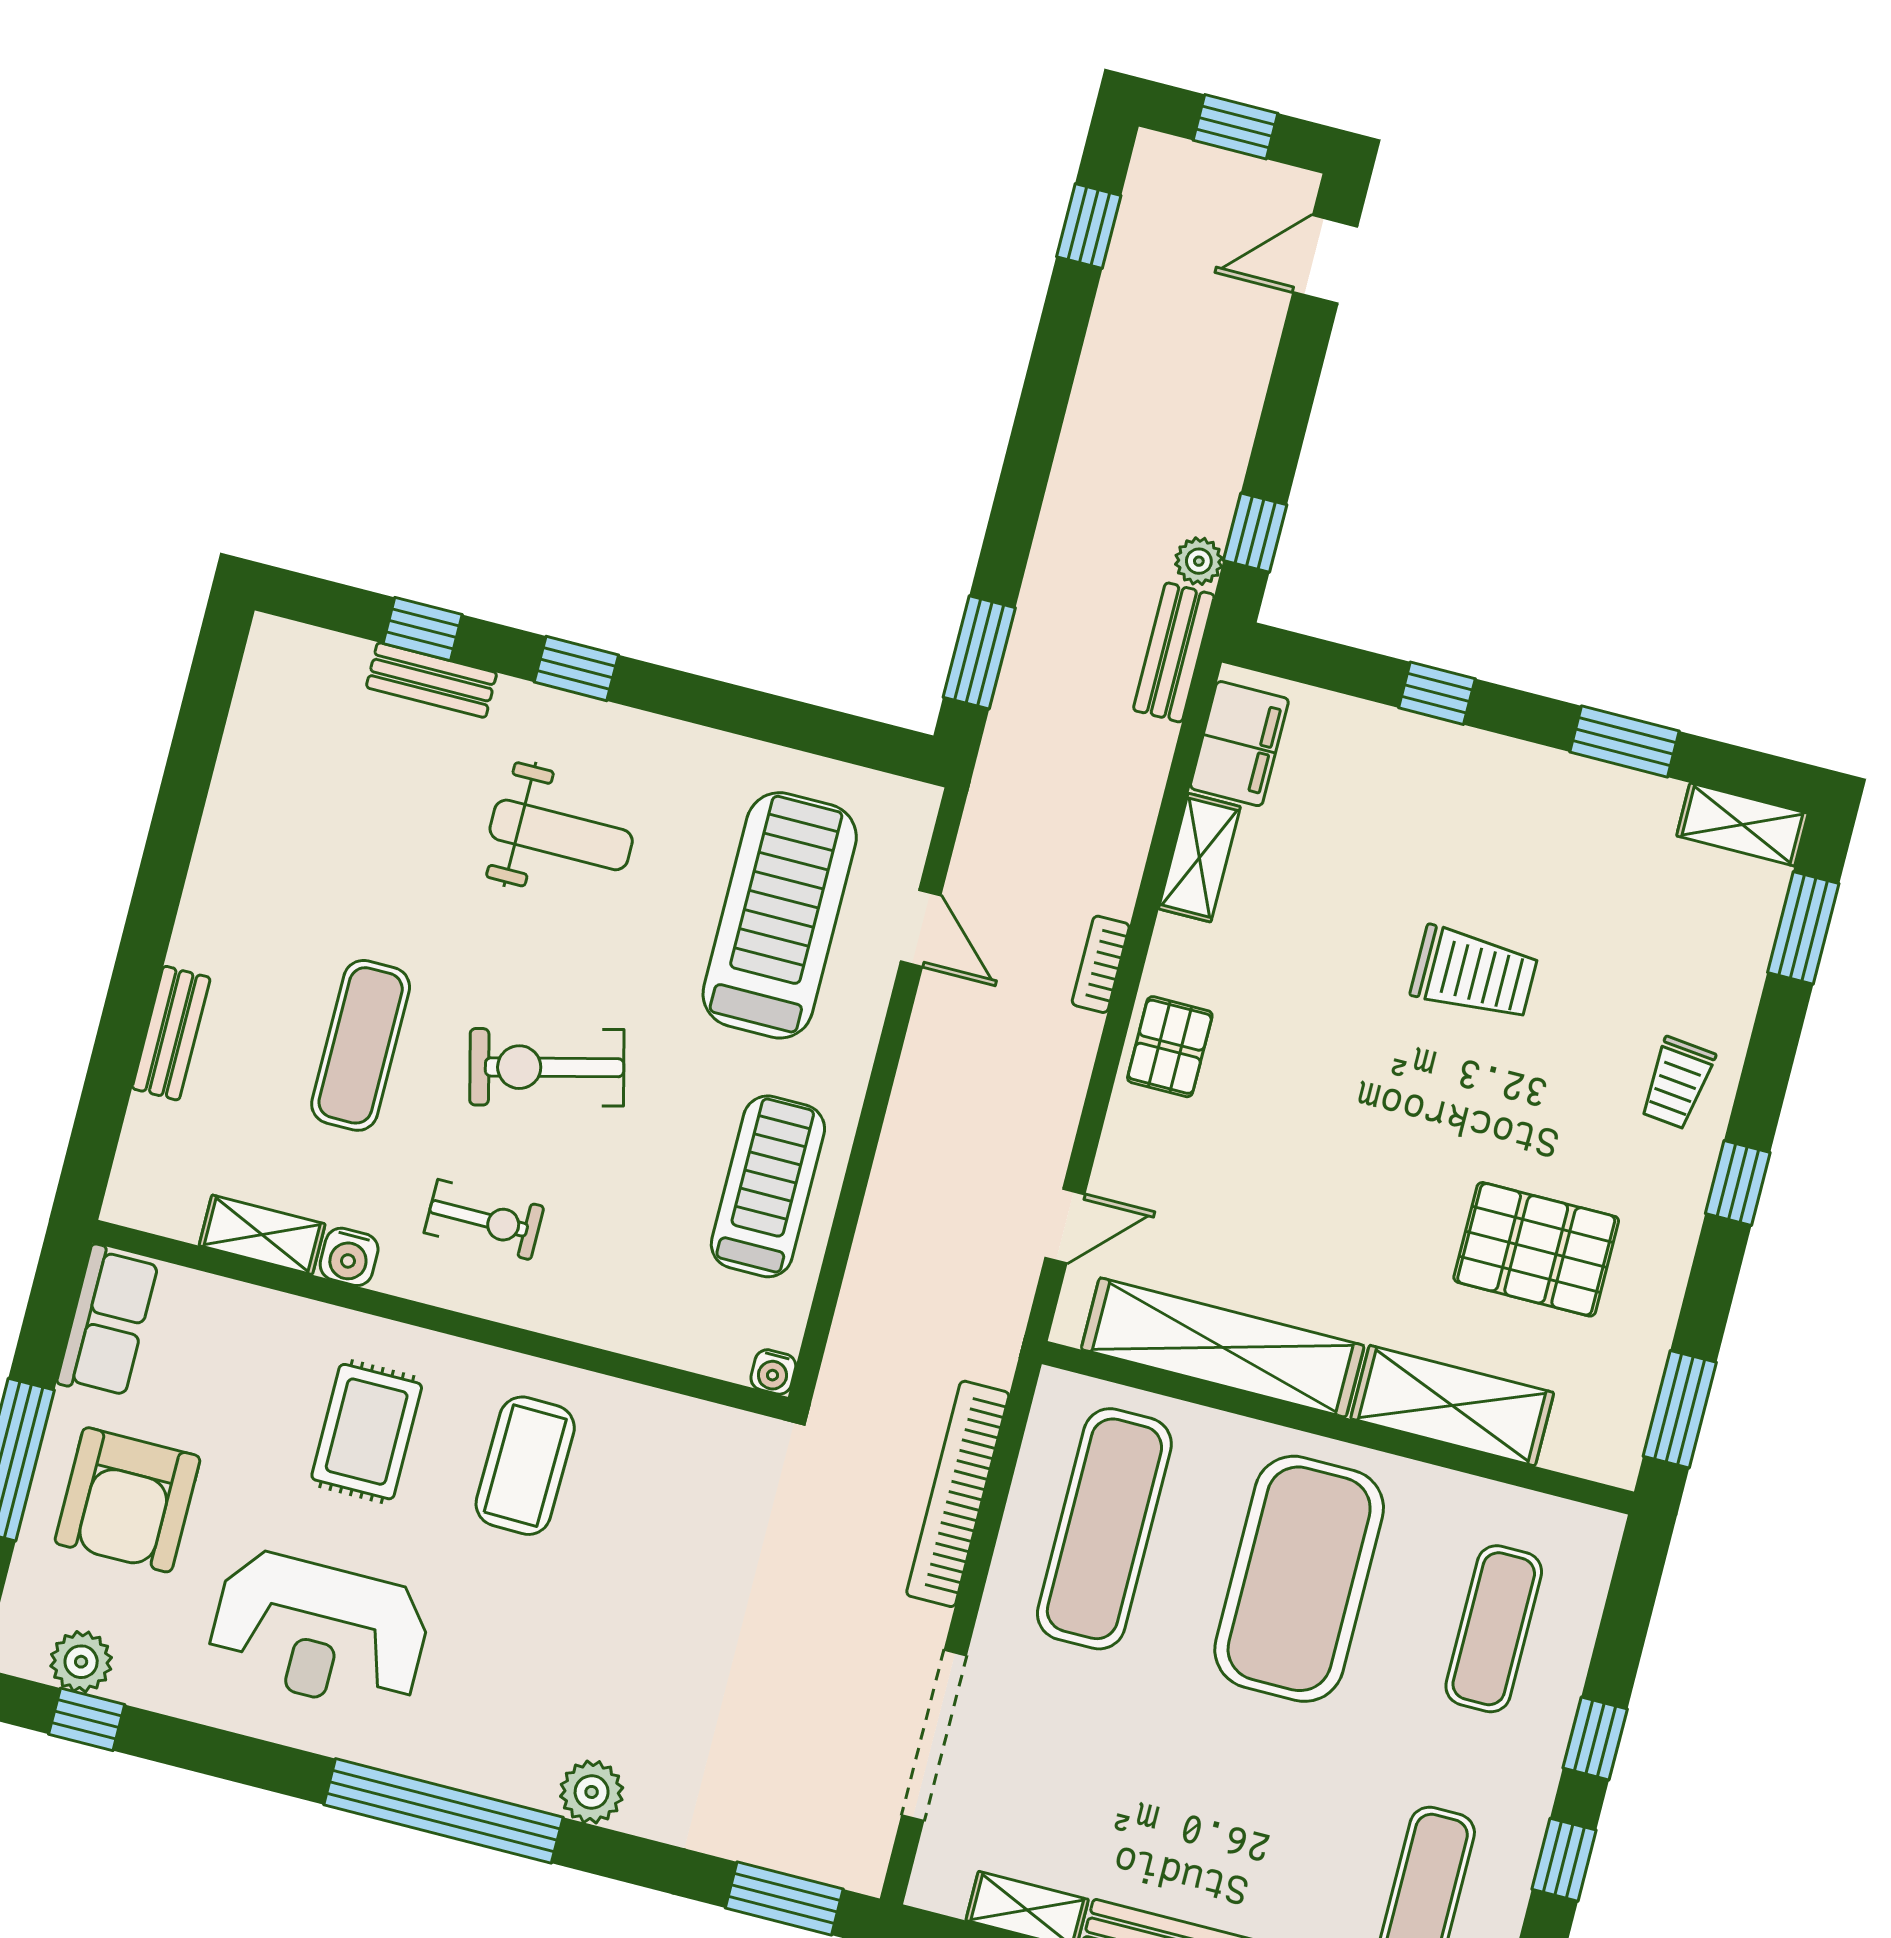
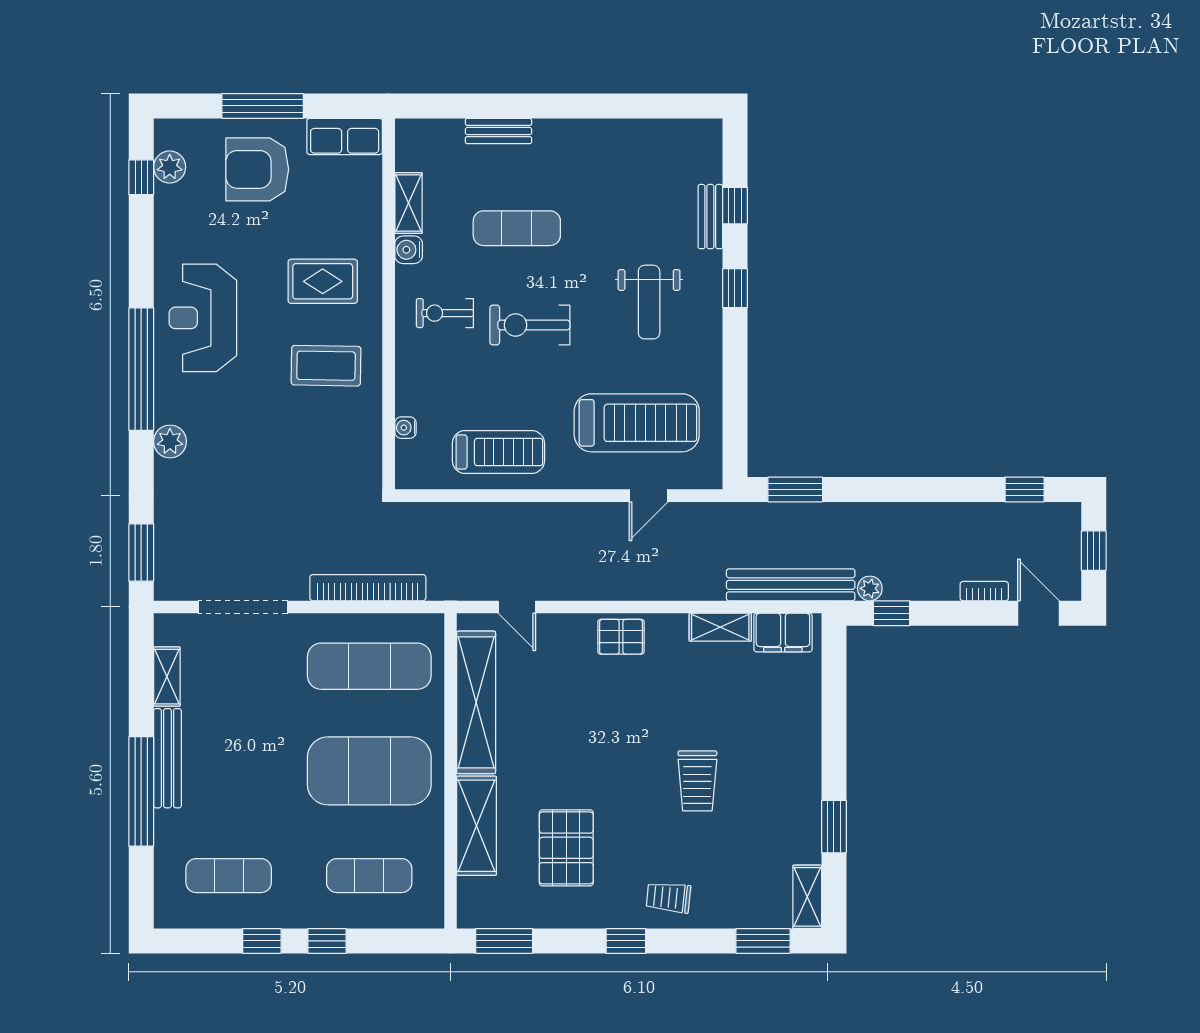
bench: (1174, 652) -> (791, 585), width x1.86, depth x1.21
window: (1437, 693) -> (834, 726), removed
bookcase: (1101, 964) -> (984, 591), moved
exercise bike: (547, 1067) -> (530, 325), turned -76
exercise bike: (484, 1220) -> (445, 313), turned 90
water cooler: (773, 1372) -> (405, 428), moved
reception desk: (319, 1632) -> (203, 318), moved

